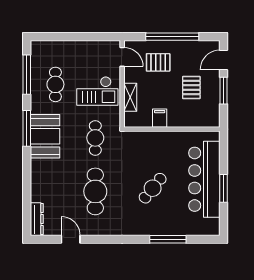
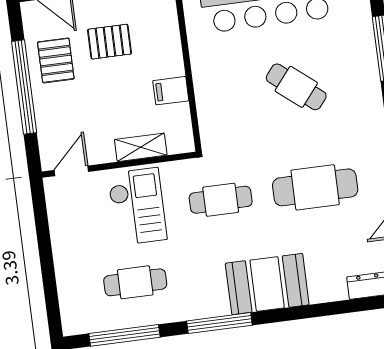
pallet: (158, 62) -> (56, 60), moved
booth: (45, 136) -> (267, 284), moved

